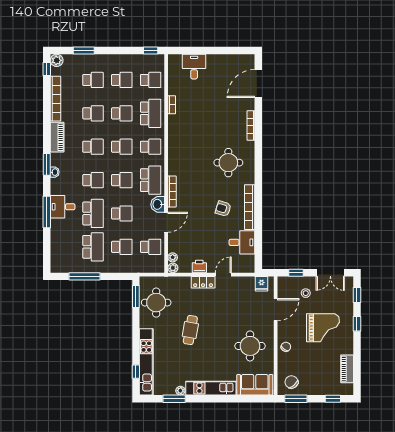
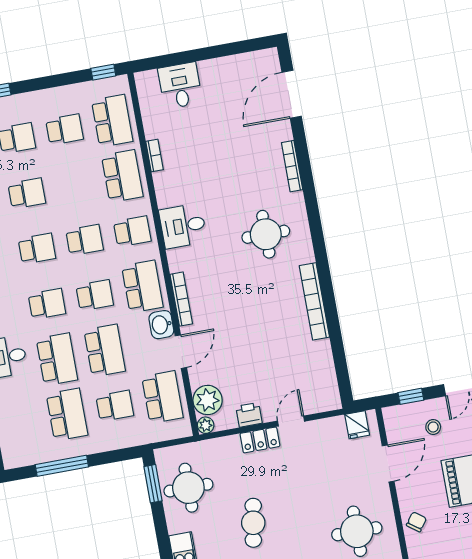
school desk: (151, 80) -> (112, 121), width x1.85
school desk: (122, 113) -> (75, 185), removed
armchair: (223, 209) -> (271, 312), removed
school desk: (122, 213) -> (105, 351), width x1.85
desk: (242, 242) -> (183, 226), moved, turned 180
school desk: (151, 247) -> (162, 397), width x1.85
plant: (173, 257) -> (208, 400), width x1.88, depth x1.88

